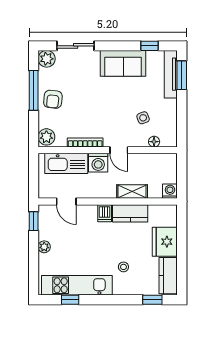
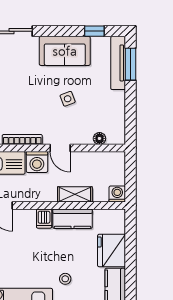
side table: (143, 118) -> (68, 99), moved

